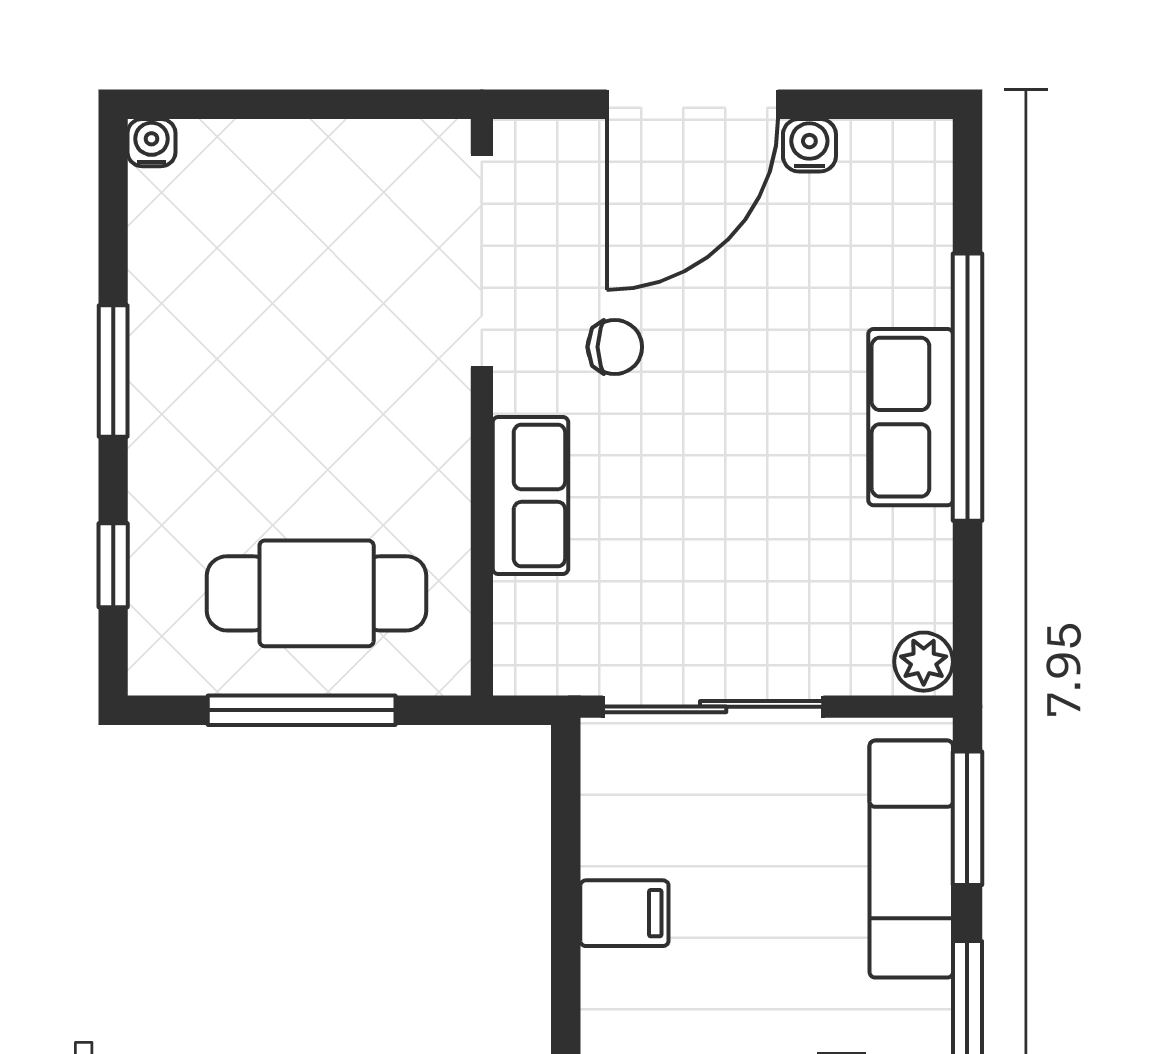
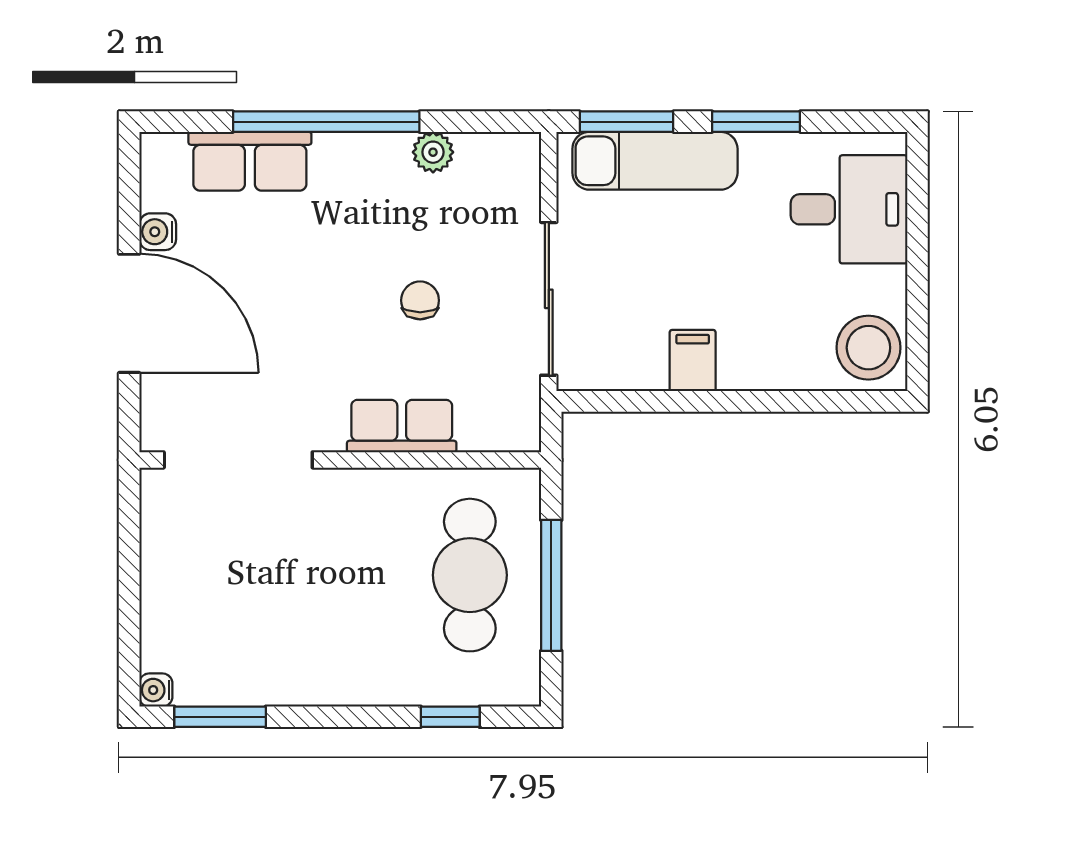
chair: (615, 347) -> (420, 300), moved
window: (113, 371) -> (220, 717), moved
row of seats: (911, 417) -> (250, 161), moved
plant: (924, 662) -> (433, 152), moved

